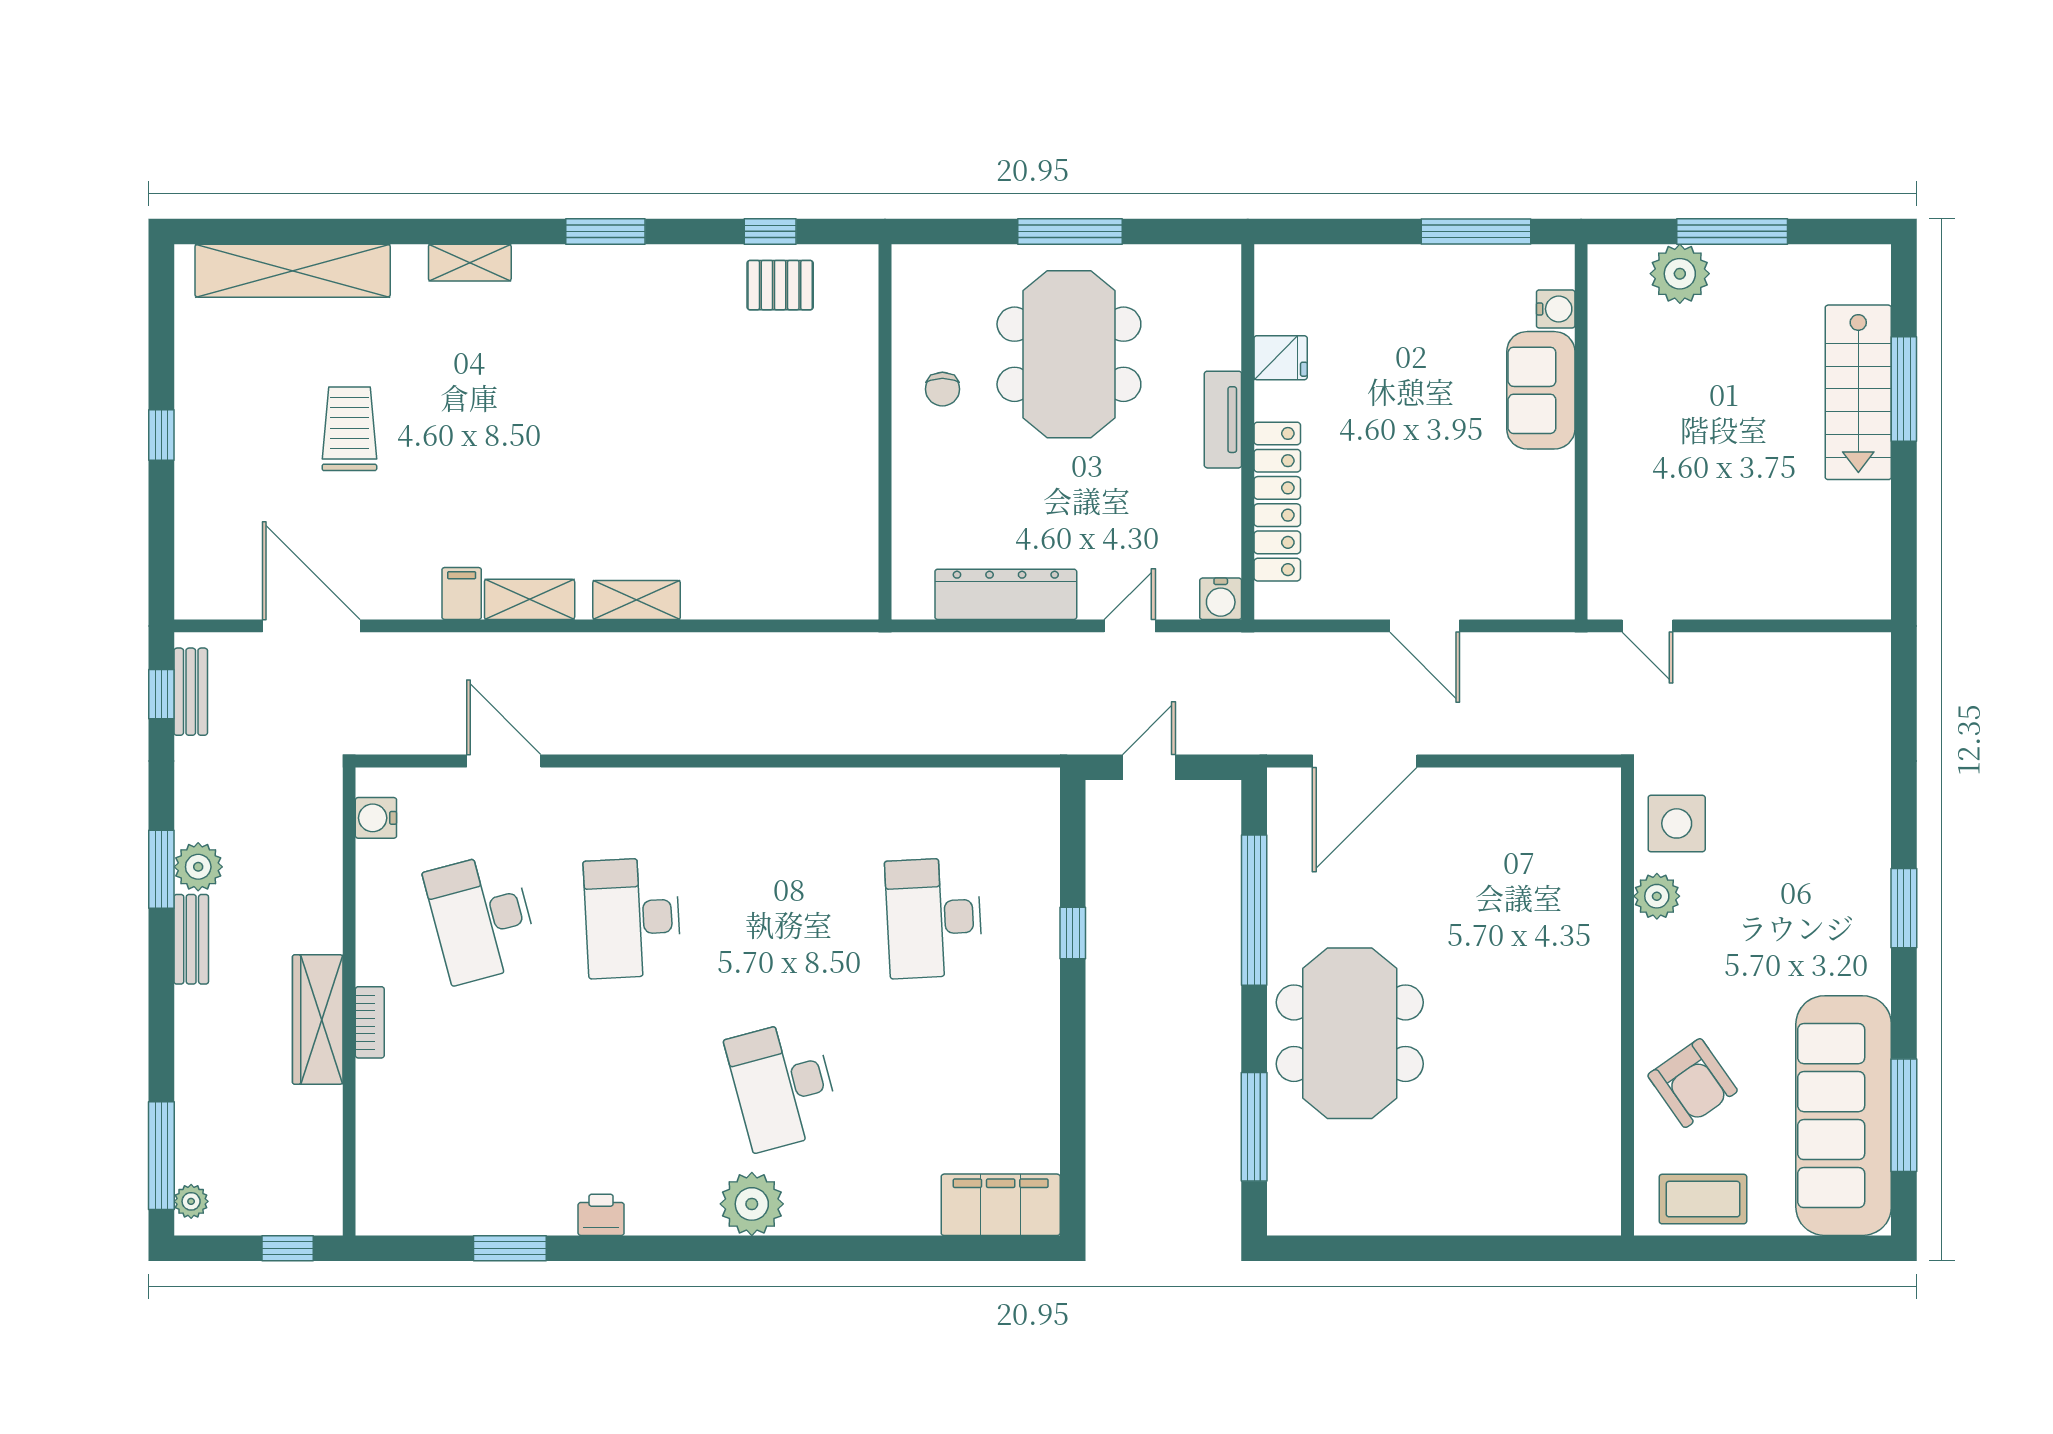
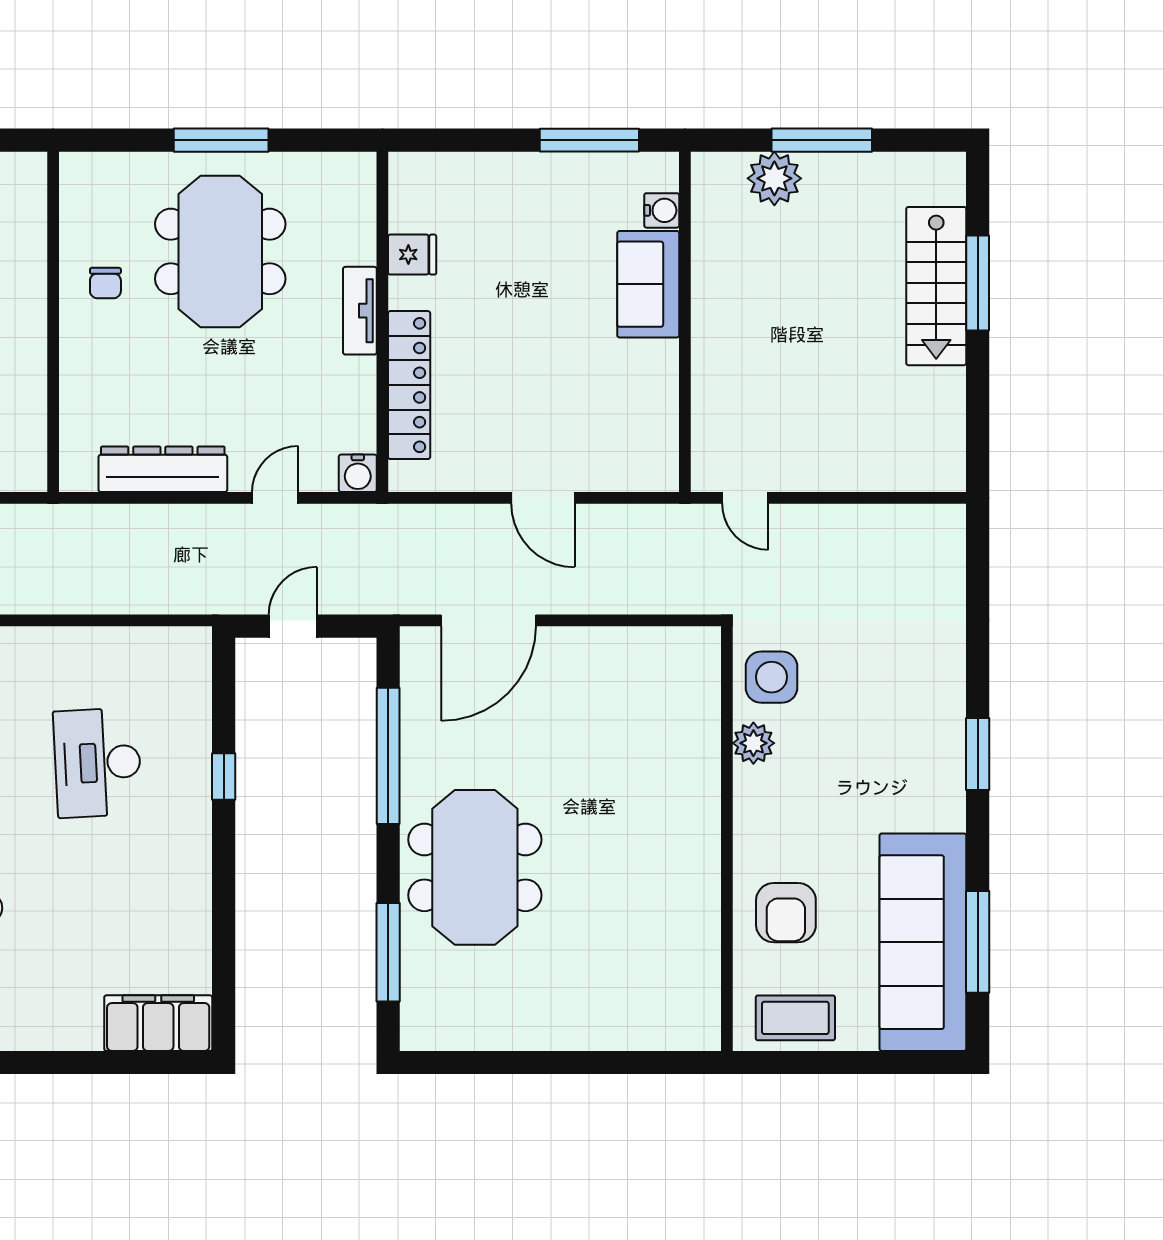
armchair: (1693, 1083) -> (786, 913), turned 35

